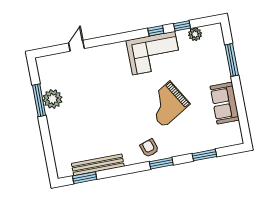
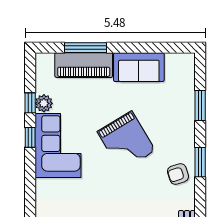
plant: (195, 34) -> (44, 103), moved
piano: (218, 61) -> (84, 65), added

